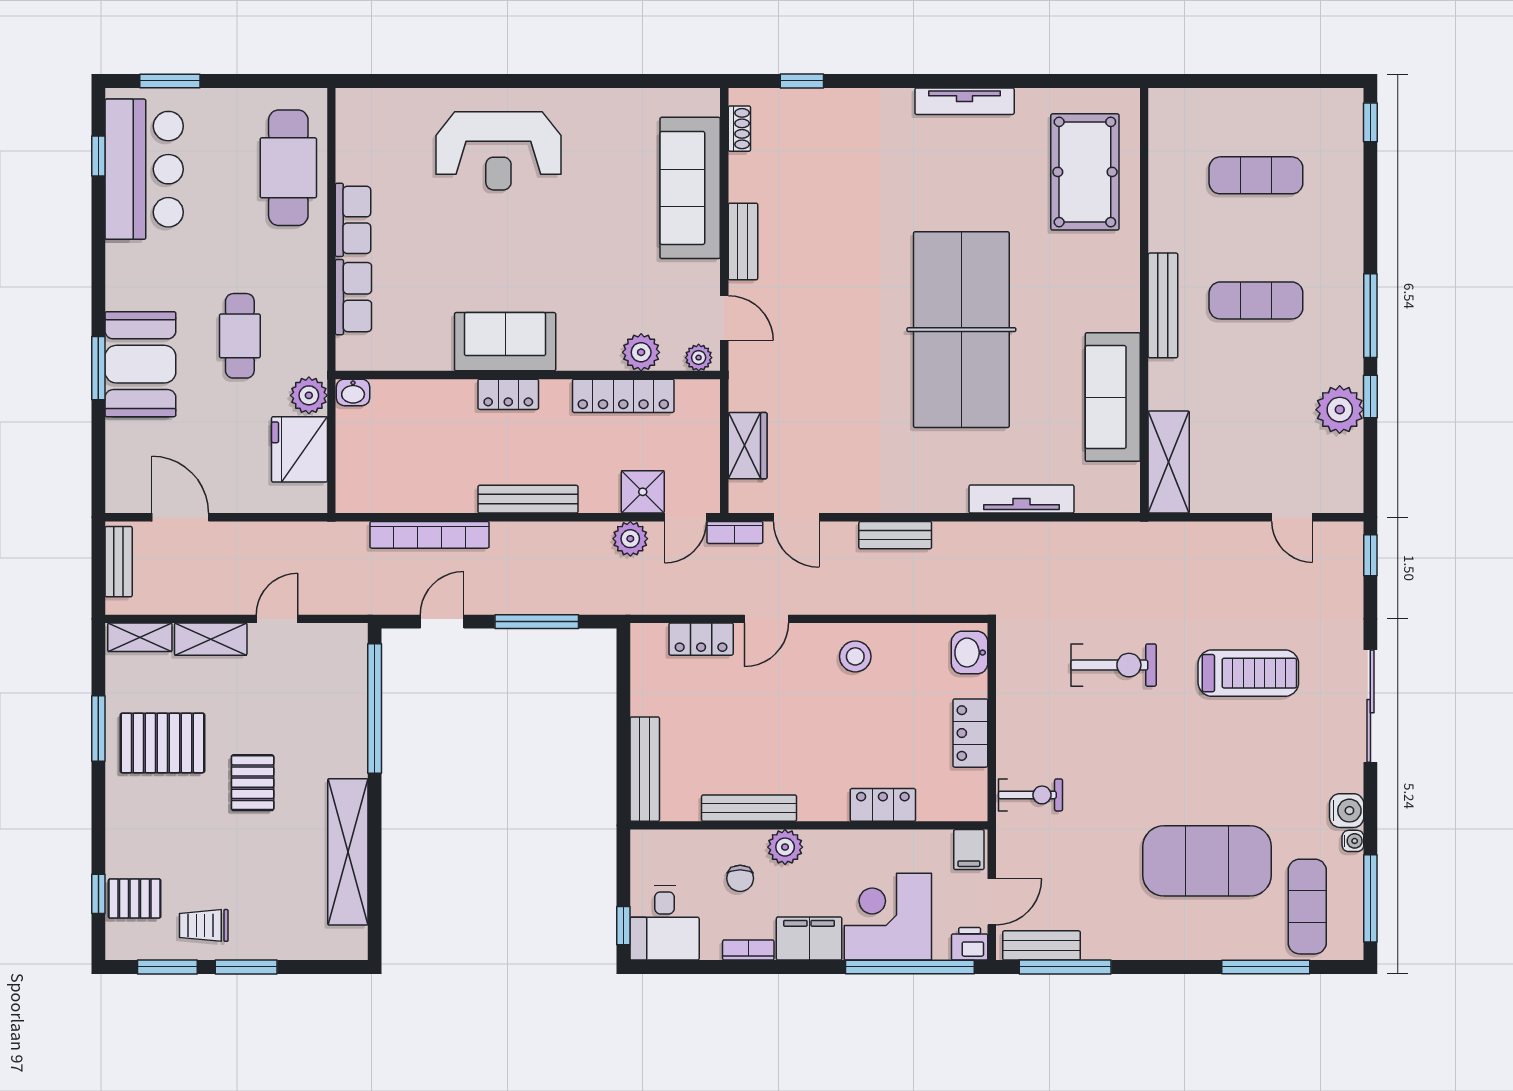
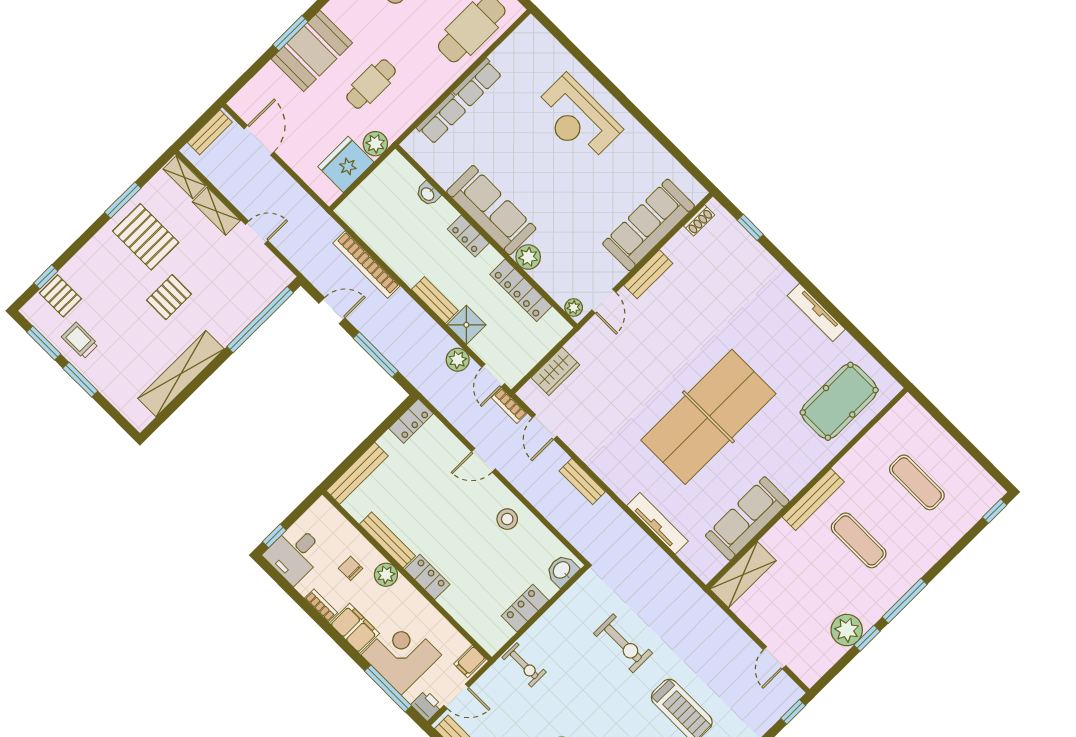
sofa: (505, 342) -> (491, 210), width x1.36
plant: (641, 352) -> (528, 257), moved
washbasin: (353, 392) -> (428, 194), moved
shower: (643, 492) -> (466, 325), moved
bench: (528, 499) -> (435, 300), width x0.73
door: (686, 517) -> (493, 375), hinge flipped
locker: (701, 639) -> (411, 421), moved, turned -90
locker: (883, 805) -> (427, 577), moved
chair: (740, 878) -> (351, 568), turned 90
window: (910, 967) -> (388, 688), width x0.68

